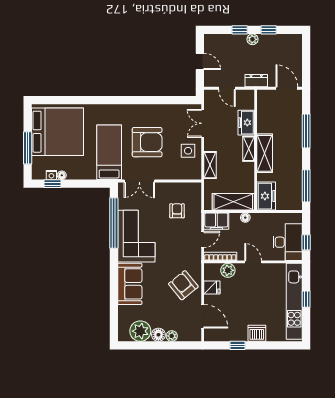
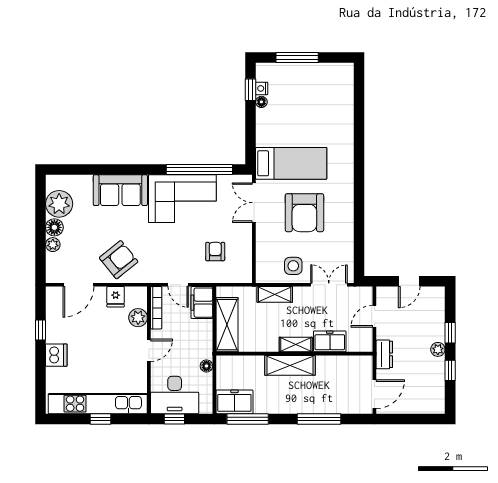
bed: (58, 132) -> (318, 96), removed
freezer: (266, 196) -> (234, 402), moved, turned 180
armchair: (177, 211) -> (215, 252), turned -90
floor lamp: (245, 218) -> (206, 366), moved

